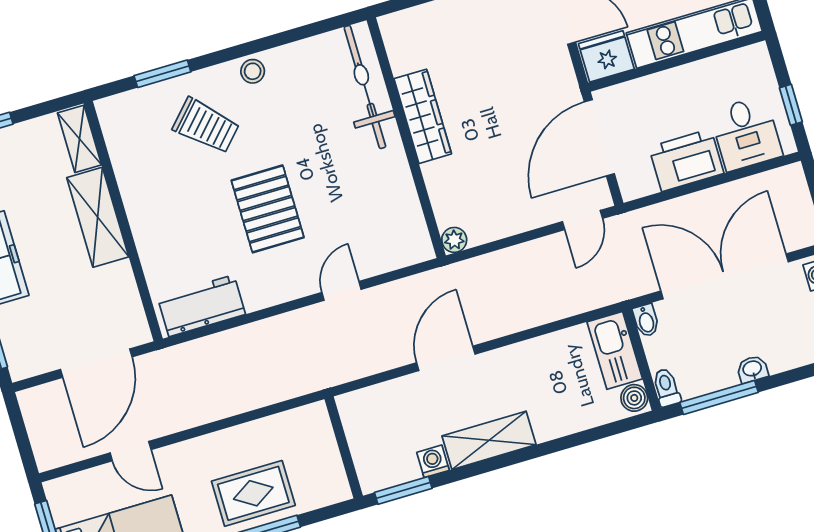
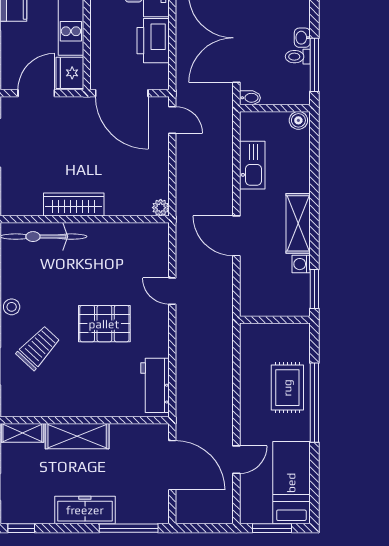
kitchen sink: (615, 350) -> (252, 165), moved, turned -90
toilet: (666, 387) -> (298, 57), moved

